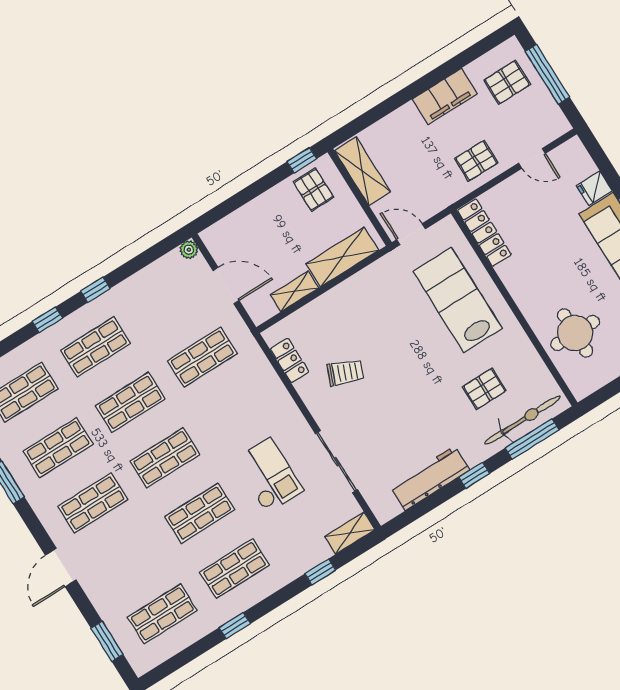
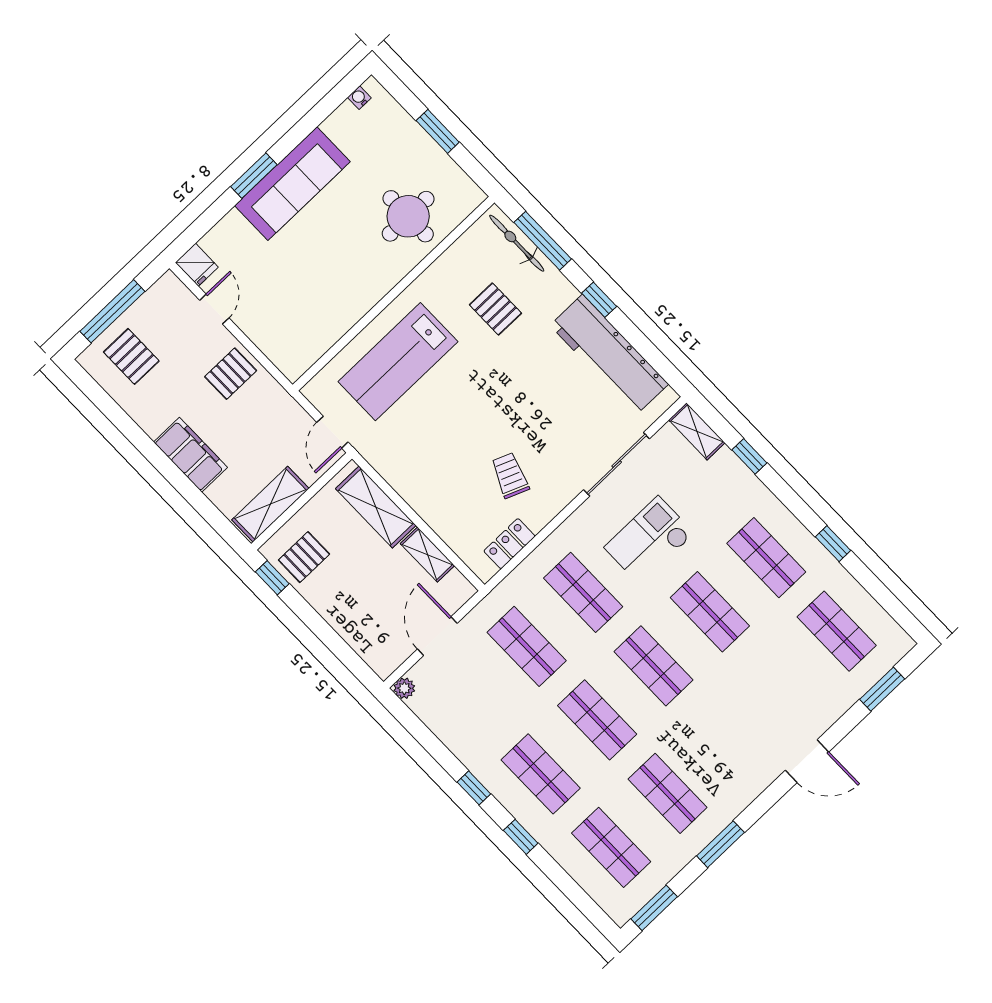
filing cabinet: (445, 96) -> (190, 455), moved
pallet: (476, 161) -> (231, 374), turned 90
fridge: (594, 188) -> (197, 265), moved
locker: (484, 233) -> (313, 347), removed
bicycle: (522, 420) -> (517, 243), width x0.73, depth x0.71
workbench: (430, 478) -> (609, 355), width x1.36, depth x1.32
shop shelf: (93, 503) -> (583, 592), moved

